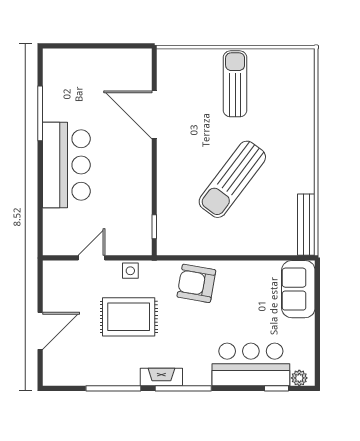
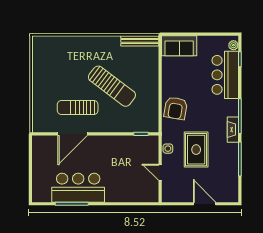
sun lounger: (235, 84) -> (78, 108), moved
bar counter: (66, 165) -> (78, 188), moved

